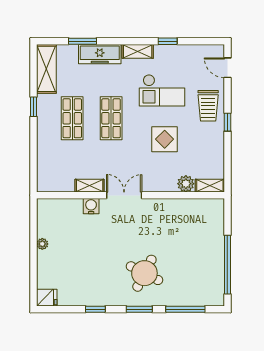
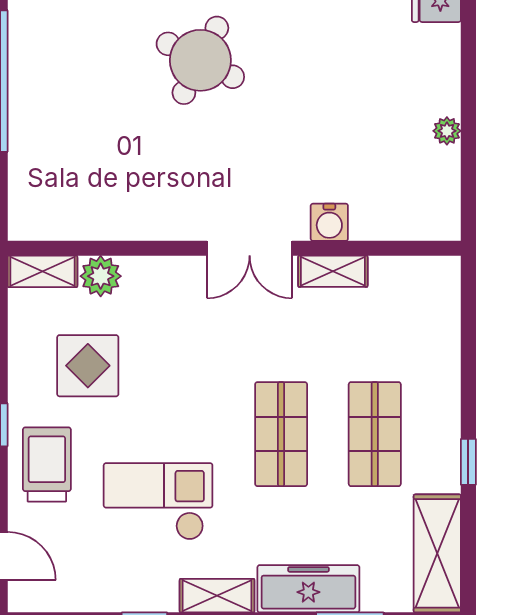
display table: (165, 139) -> (88, 366), moved

